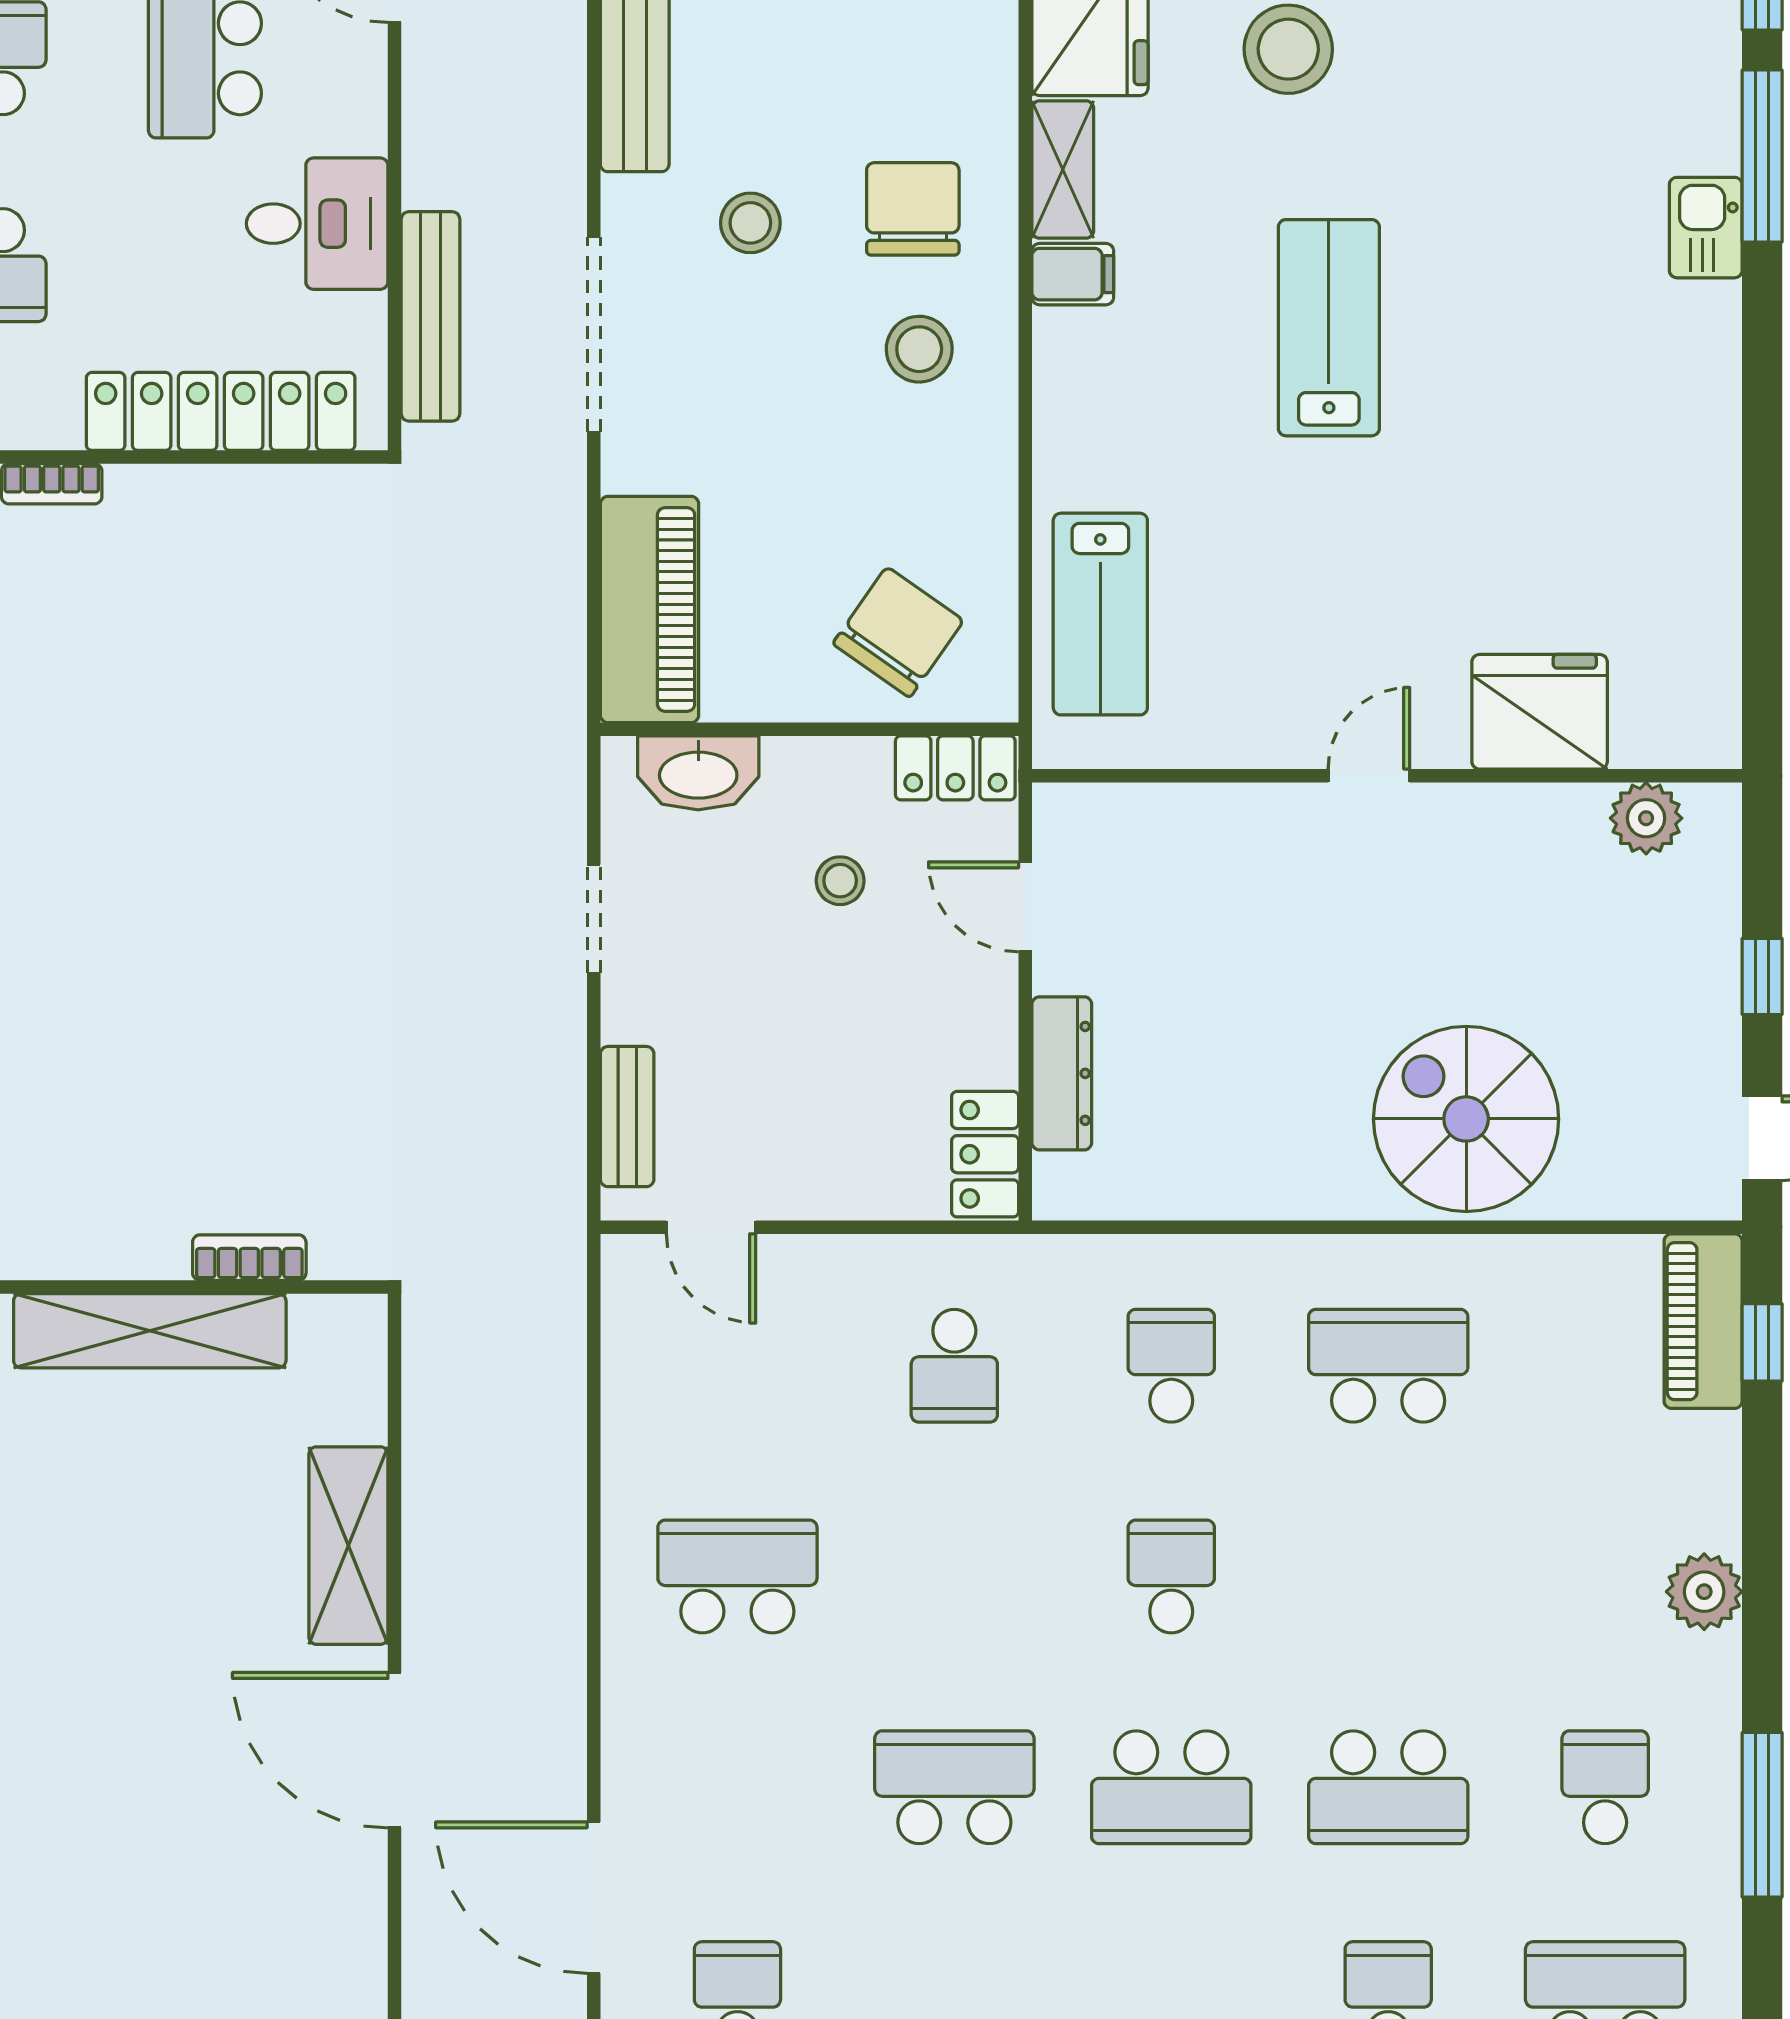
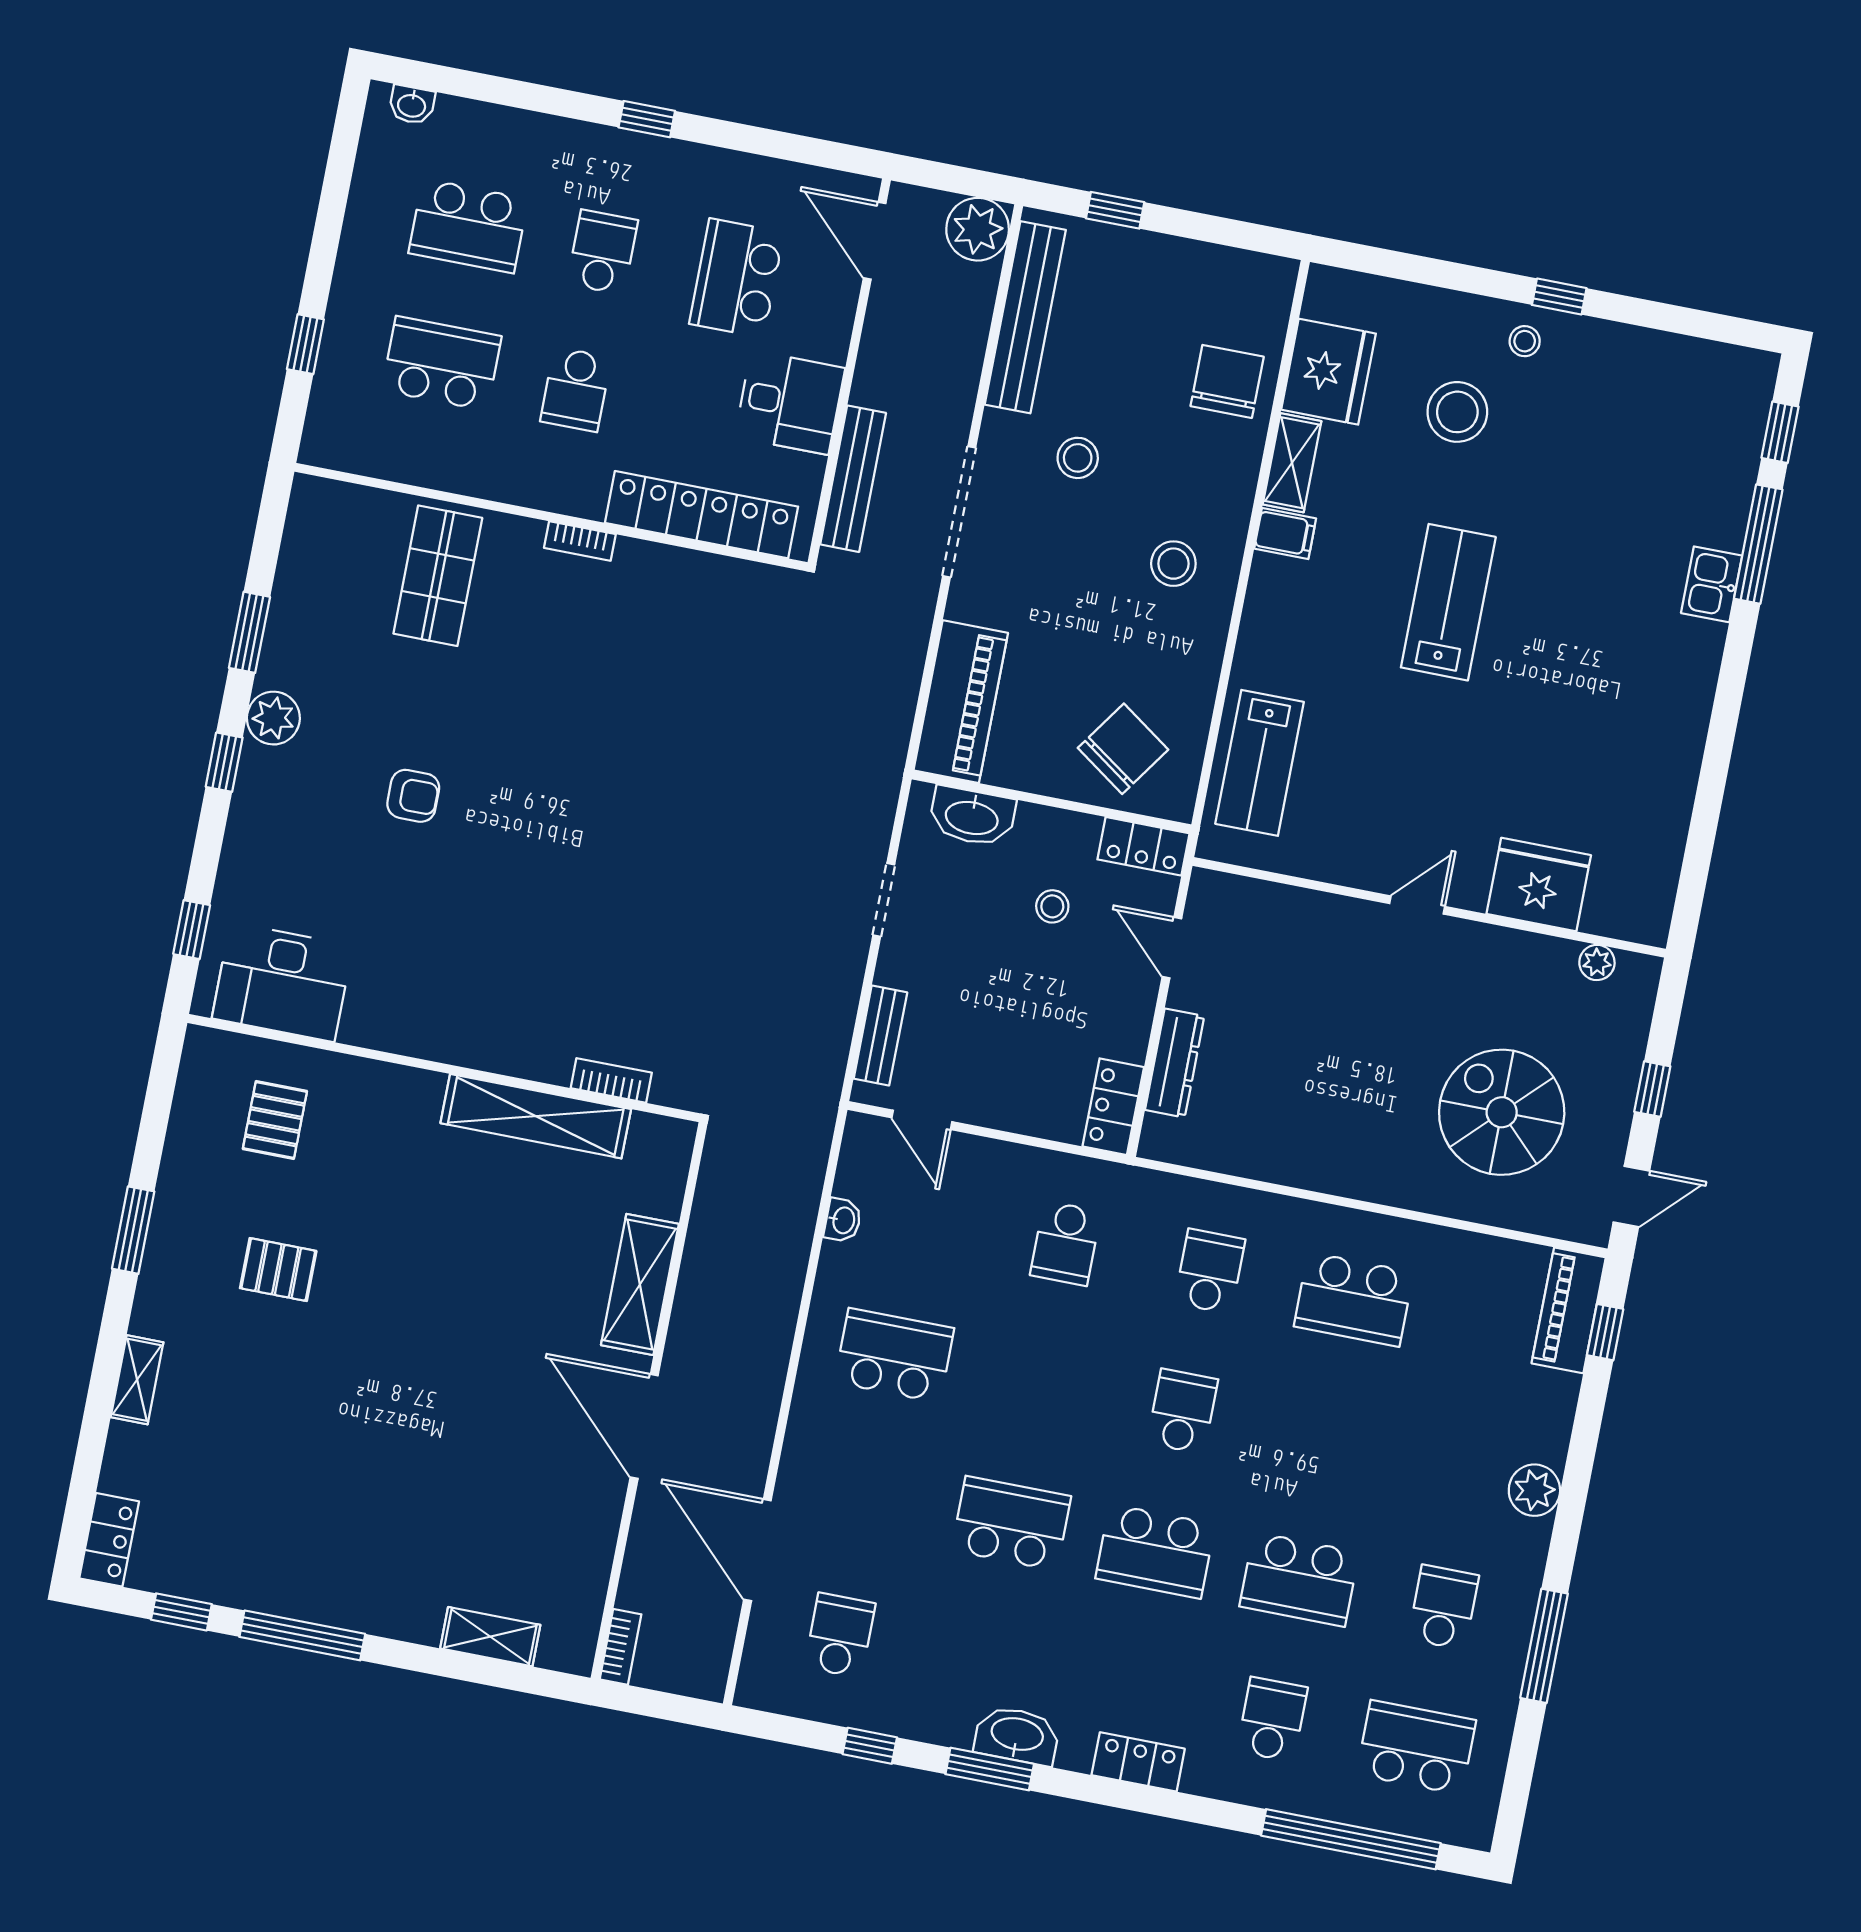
chair: (913, 209) -> (1227, 381), moved
plant: (1646, 818) -> (1597, 962), width x0.73, depth x0.73
spiral stairs: (1466, 1119) -> (1502, 1112), moved
school desk: (1388, 1366) -> (1354, 1299), turned 180
washbasin: (625, 1395) -> (843, 1220), added

